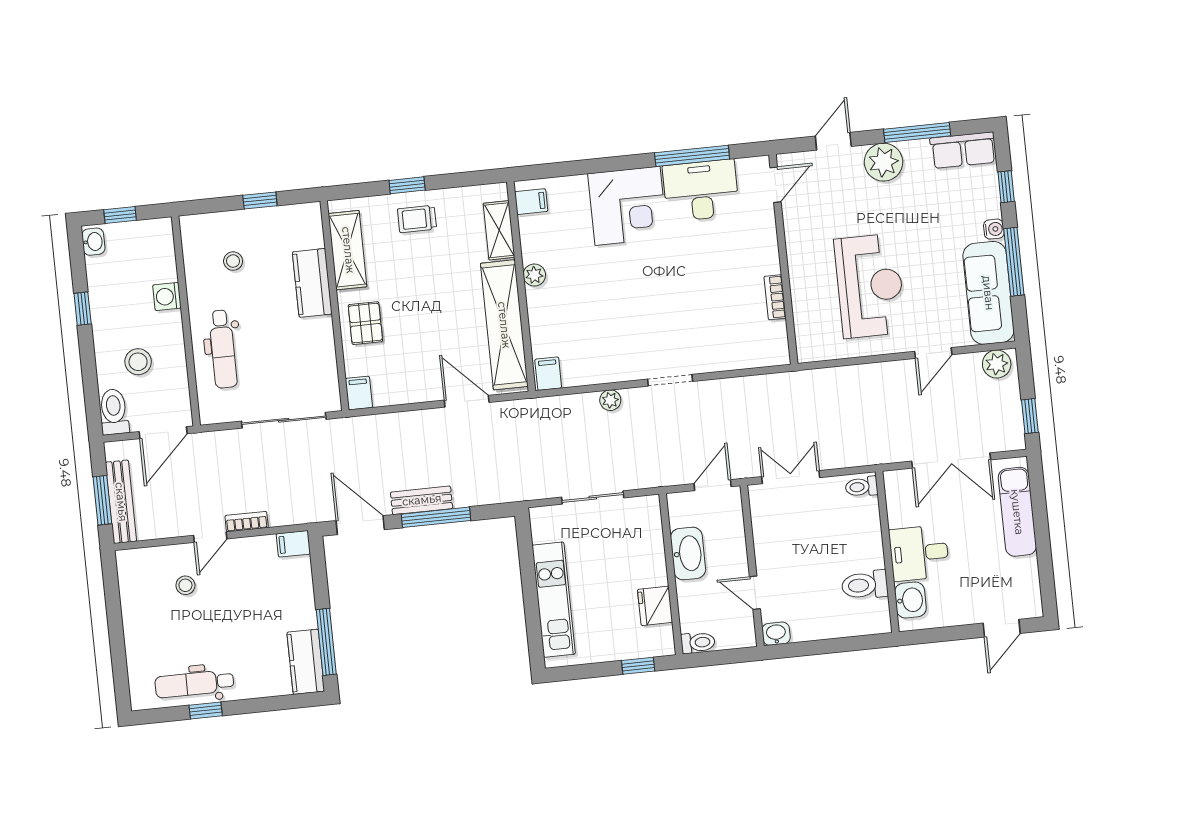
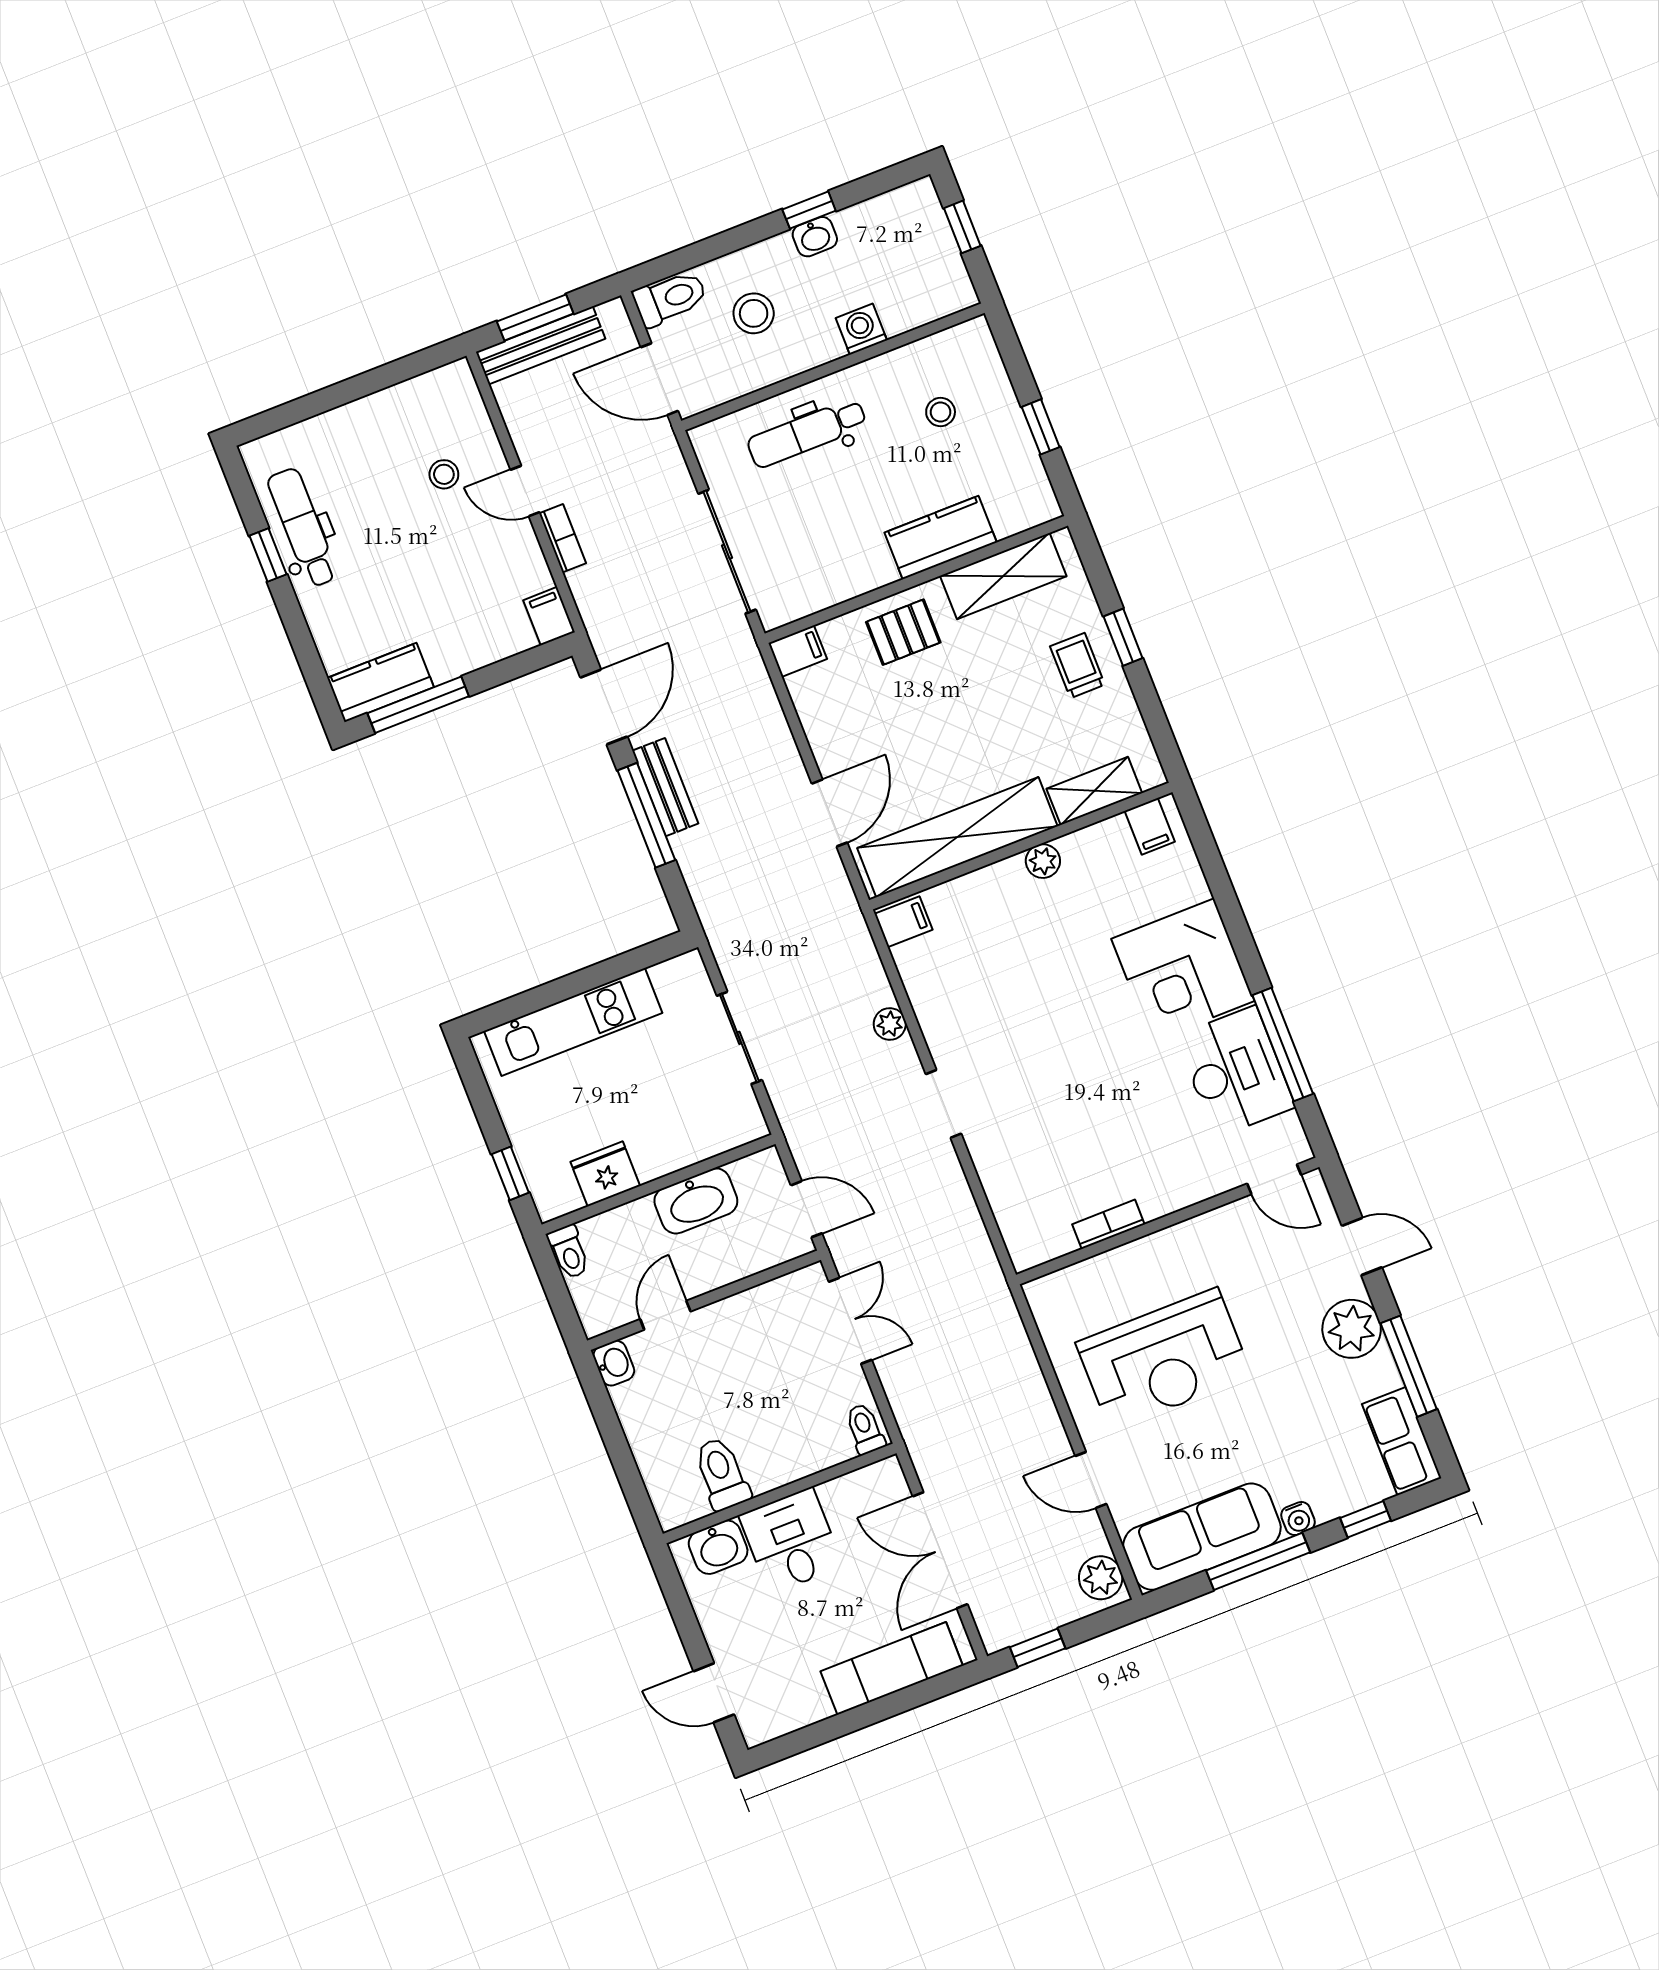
washbasin: (93, 242) -> (815, 237), moved

